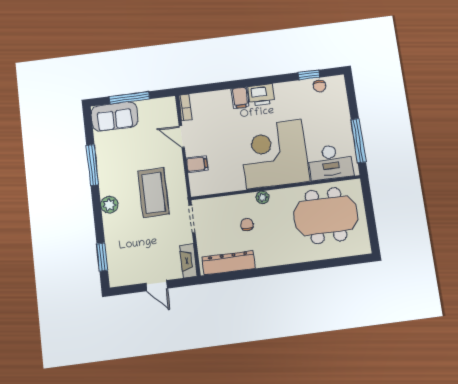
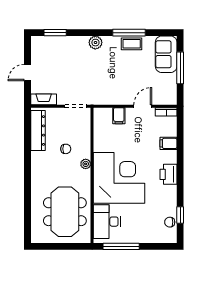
filing cabinet: (240, 98) -> (169, 143), moved
coffee table: (153, 193) -> (132, 44), moved, width x0.54, depth x0.58

